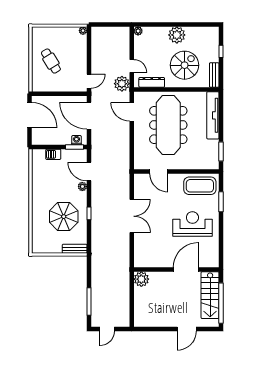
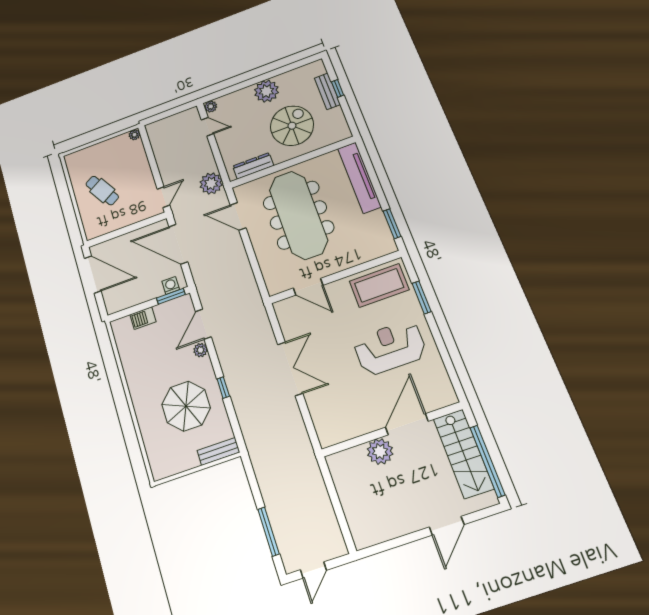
door: (132, 66) -> (207, 127), moved
bench: (214, 75) -> (327, 91), moved
door: (89, 171) -> (203, 324), hinge flipped
plant: (141, 279) -> (380, 452), moved

